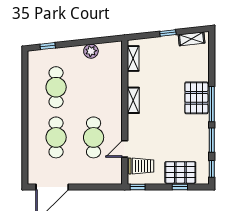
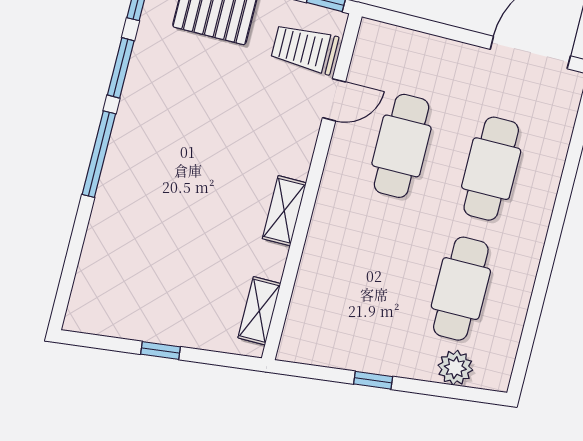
shelving: (192, 39) -> (108, 322), removed
window: (48, 46) -> (373, 380), moved
plant: (91, 51) -> (455, 368), moved
pallet: (196, 98) -> (132, 178), removed

